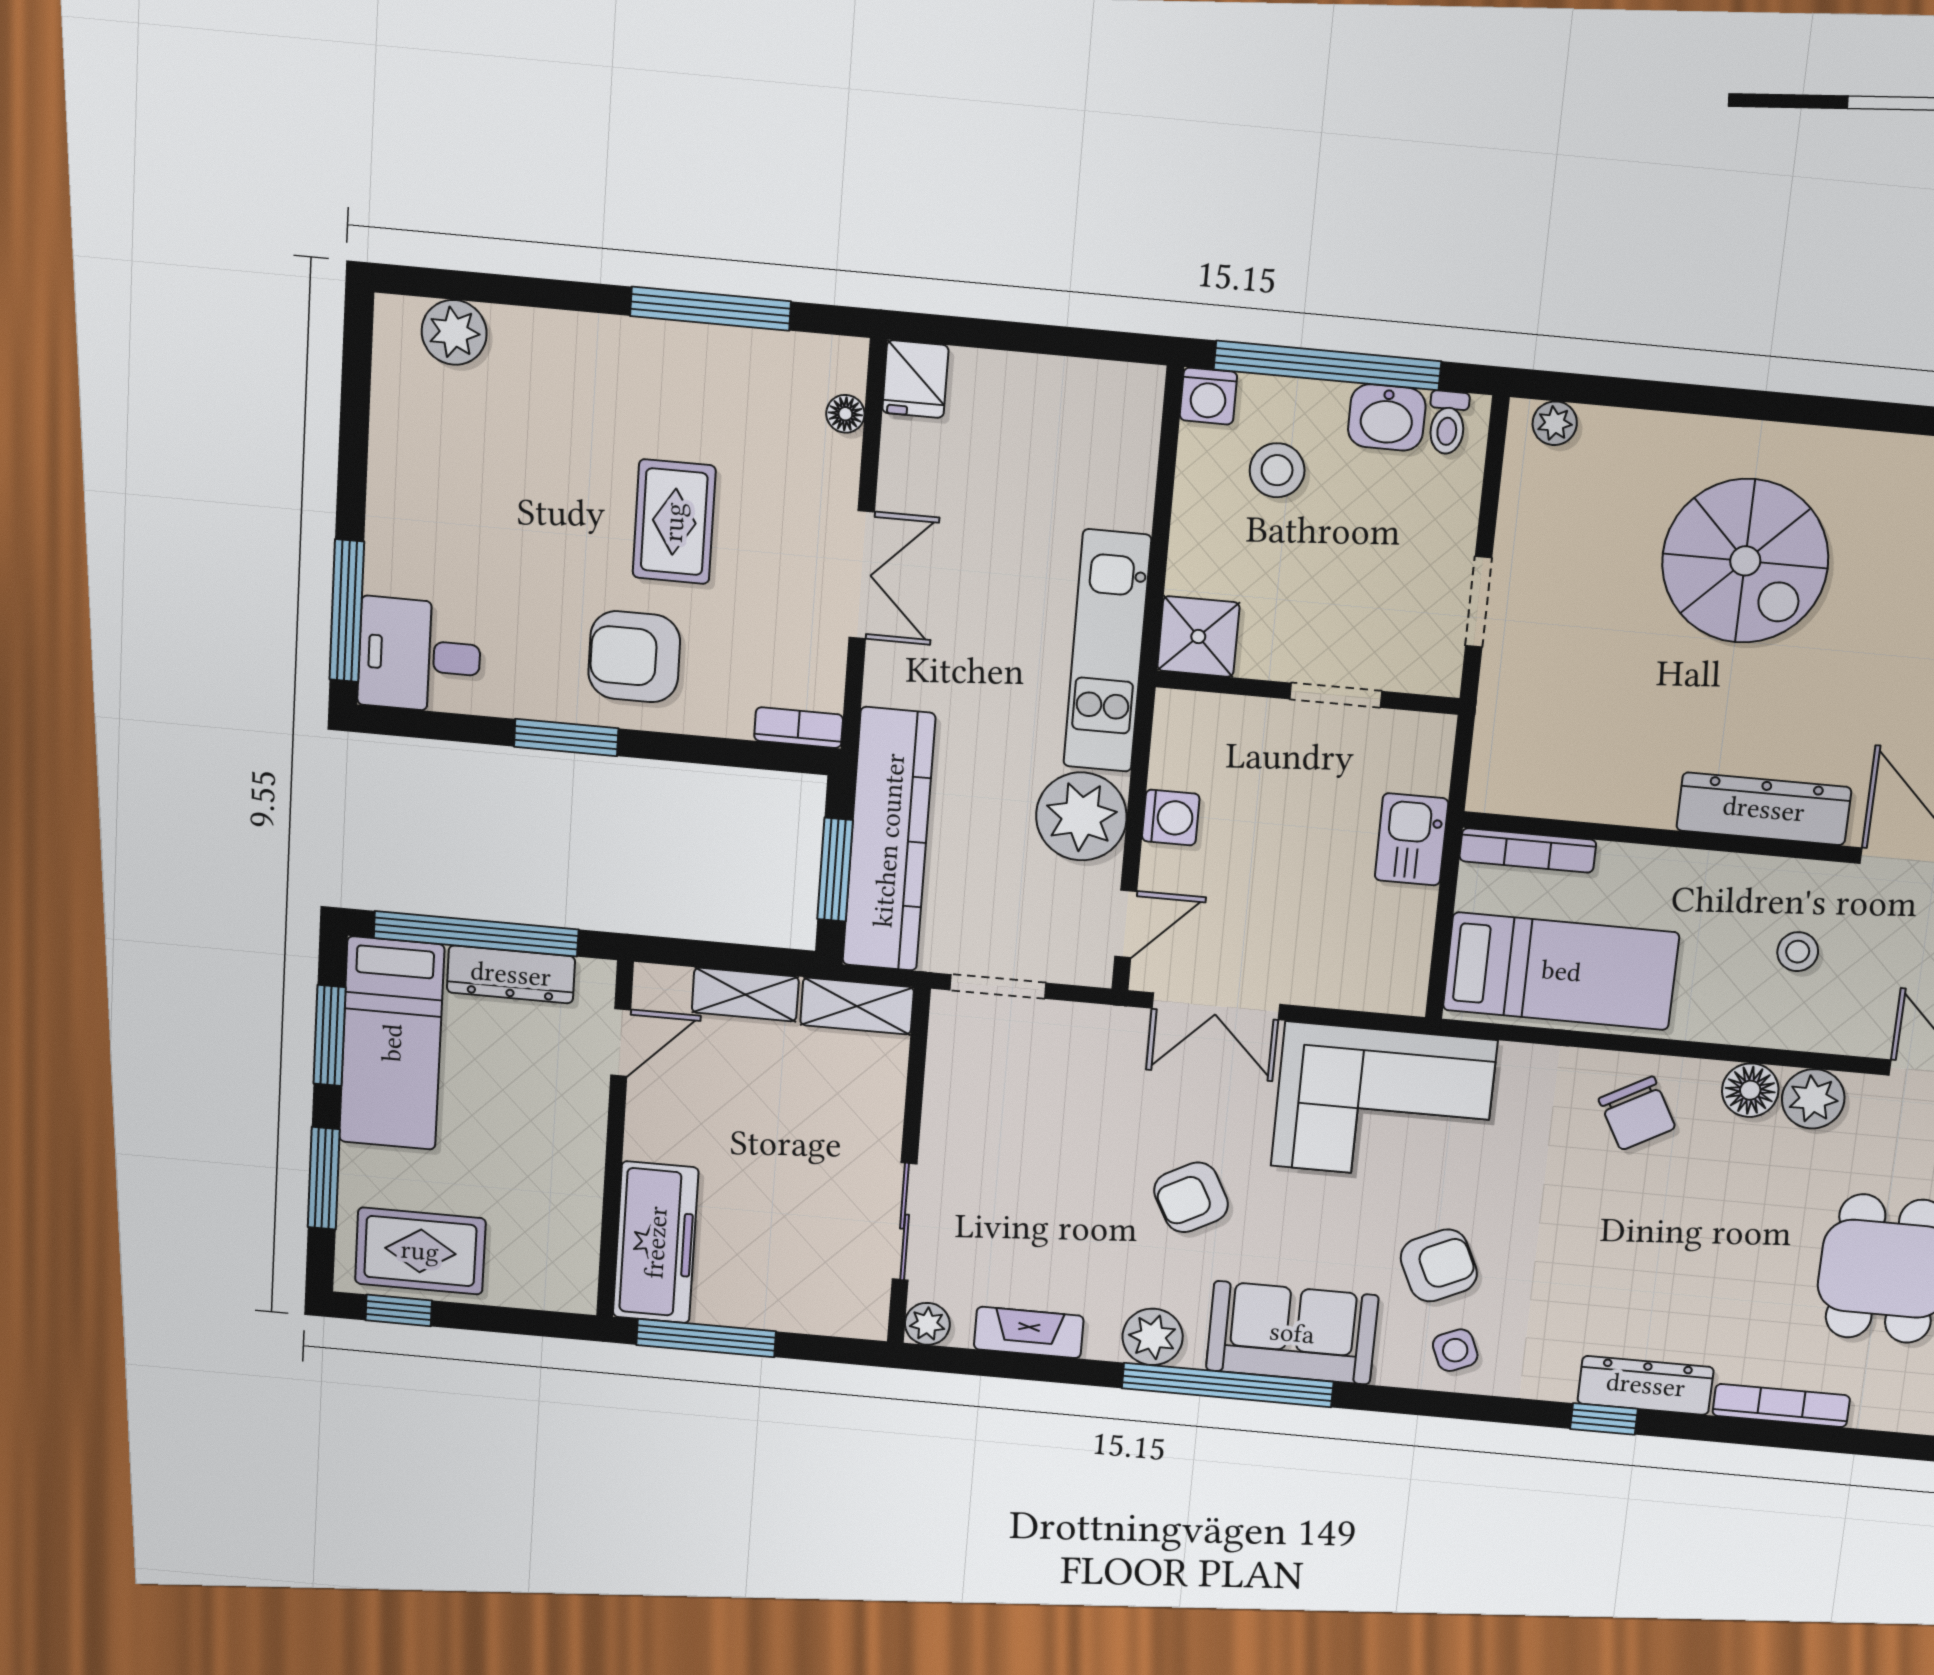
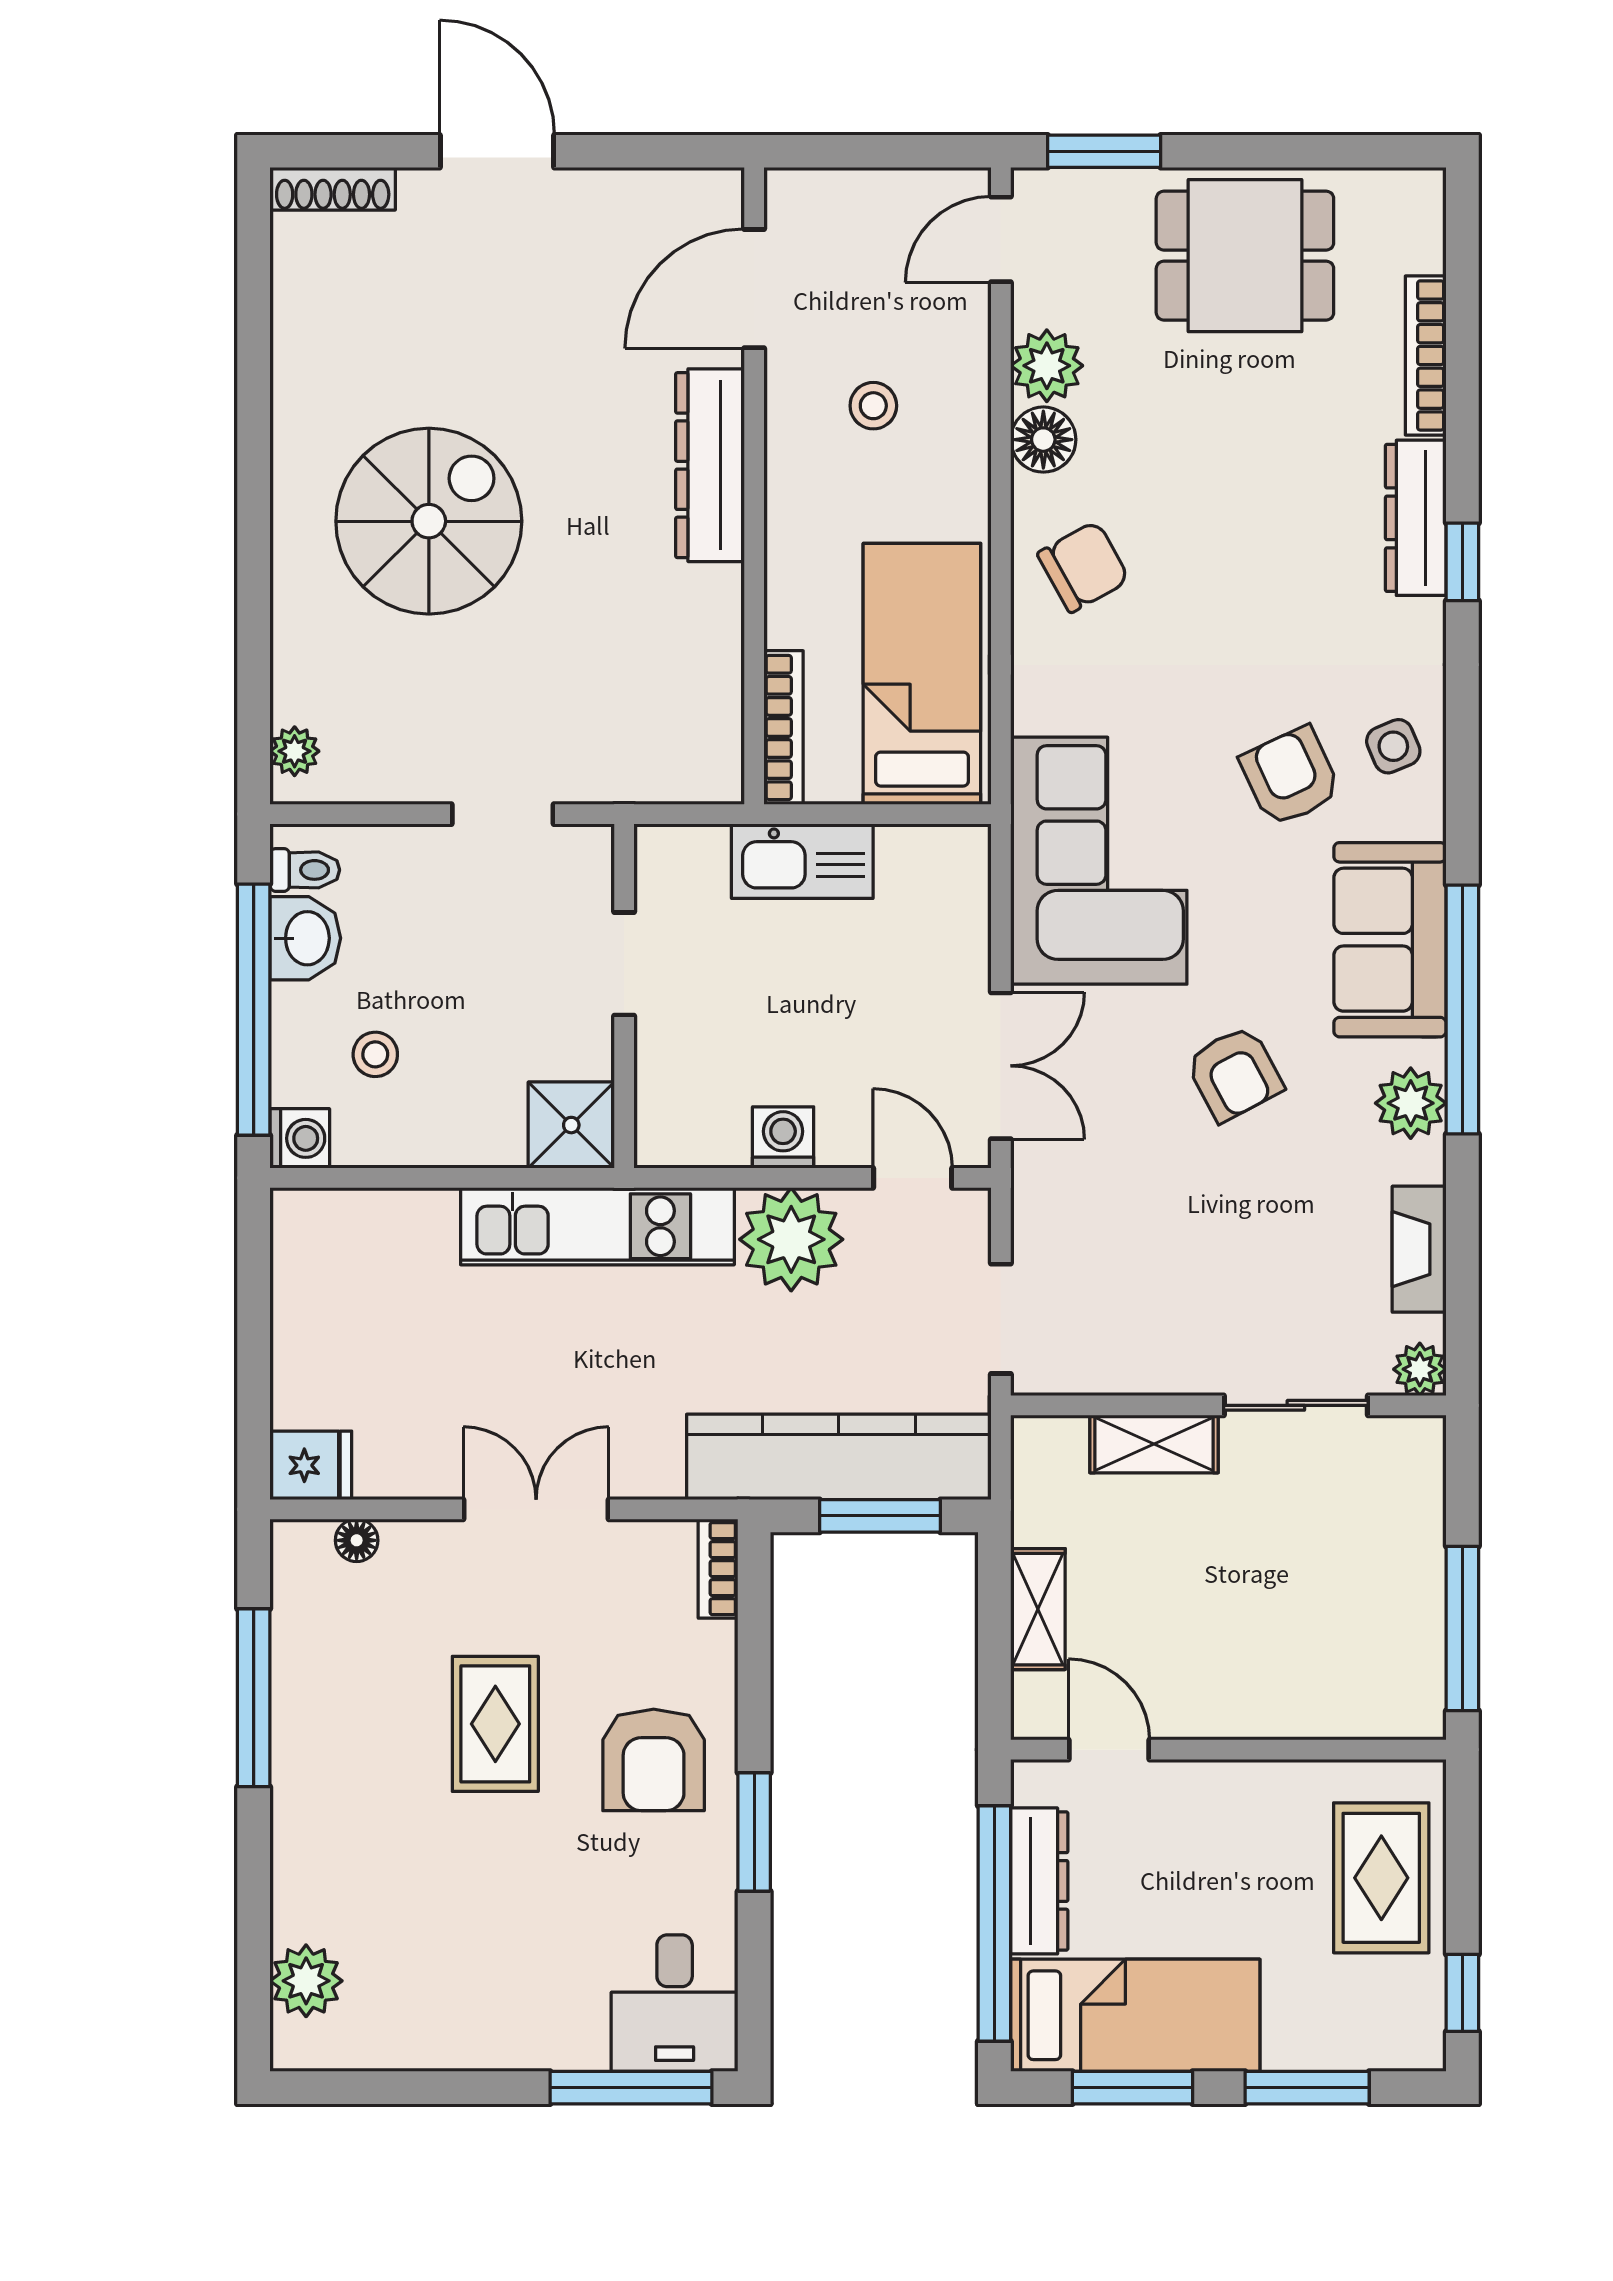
stool: (1277, 470) -> (375, 1054), width x0.73, depth x0.73
rug: (674, 522) -> (495, 1724), turned 90
kitchen sink: (1411, 839) -> (802, 861), width x1.38
shelving: (857, 1006) -> (1154, 1444), moved, turned 90
freezer: (656, 1242) -> (1349, 1695), removed
rug: (420, 1251) -> (1381, 1878), moved

